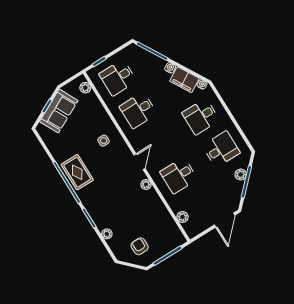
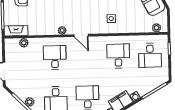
desk: (118, 78) -> (150, 55), turned 180
fireplace: (175, 233) -> (16, 31), added

